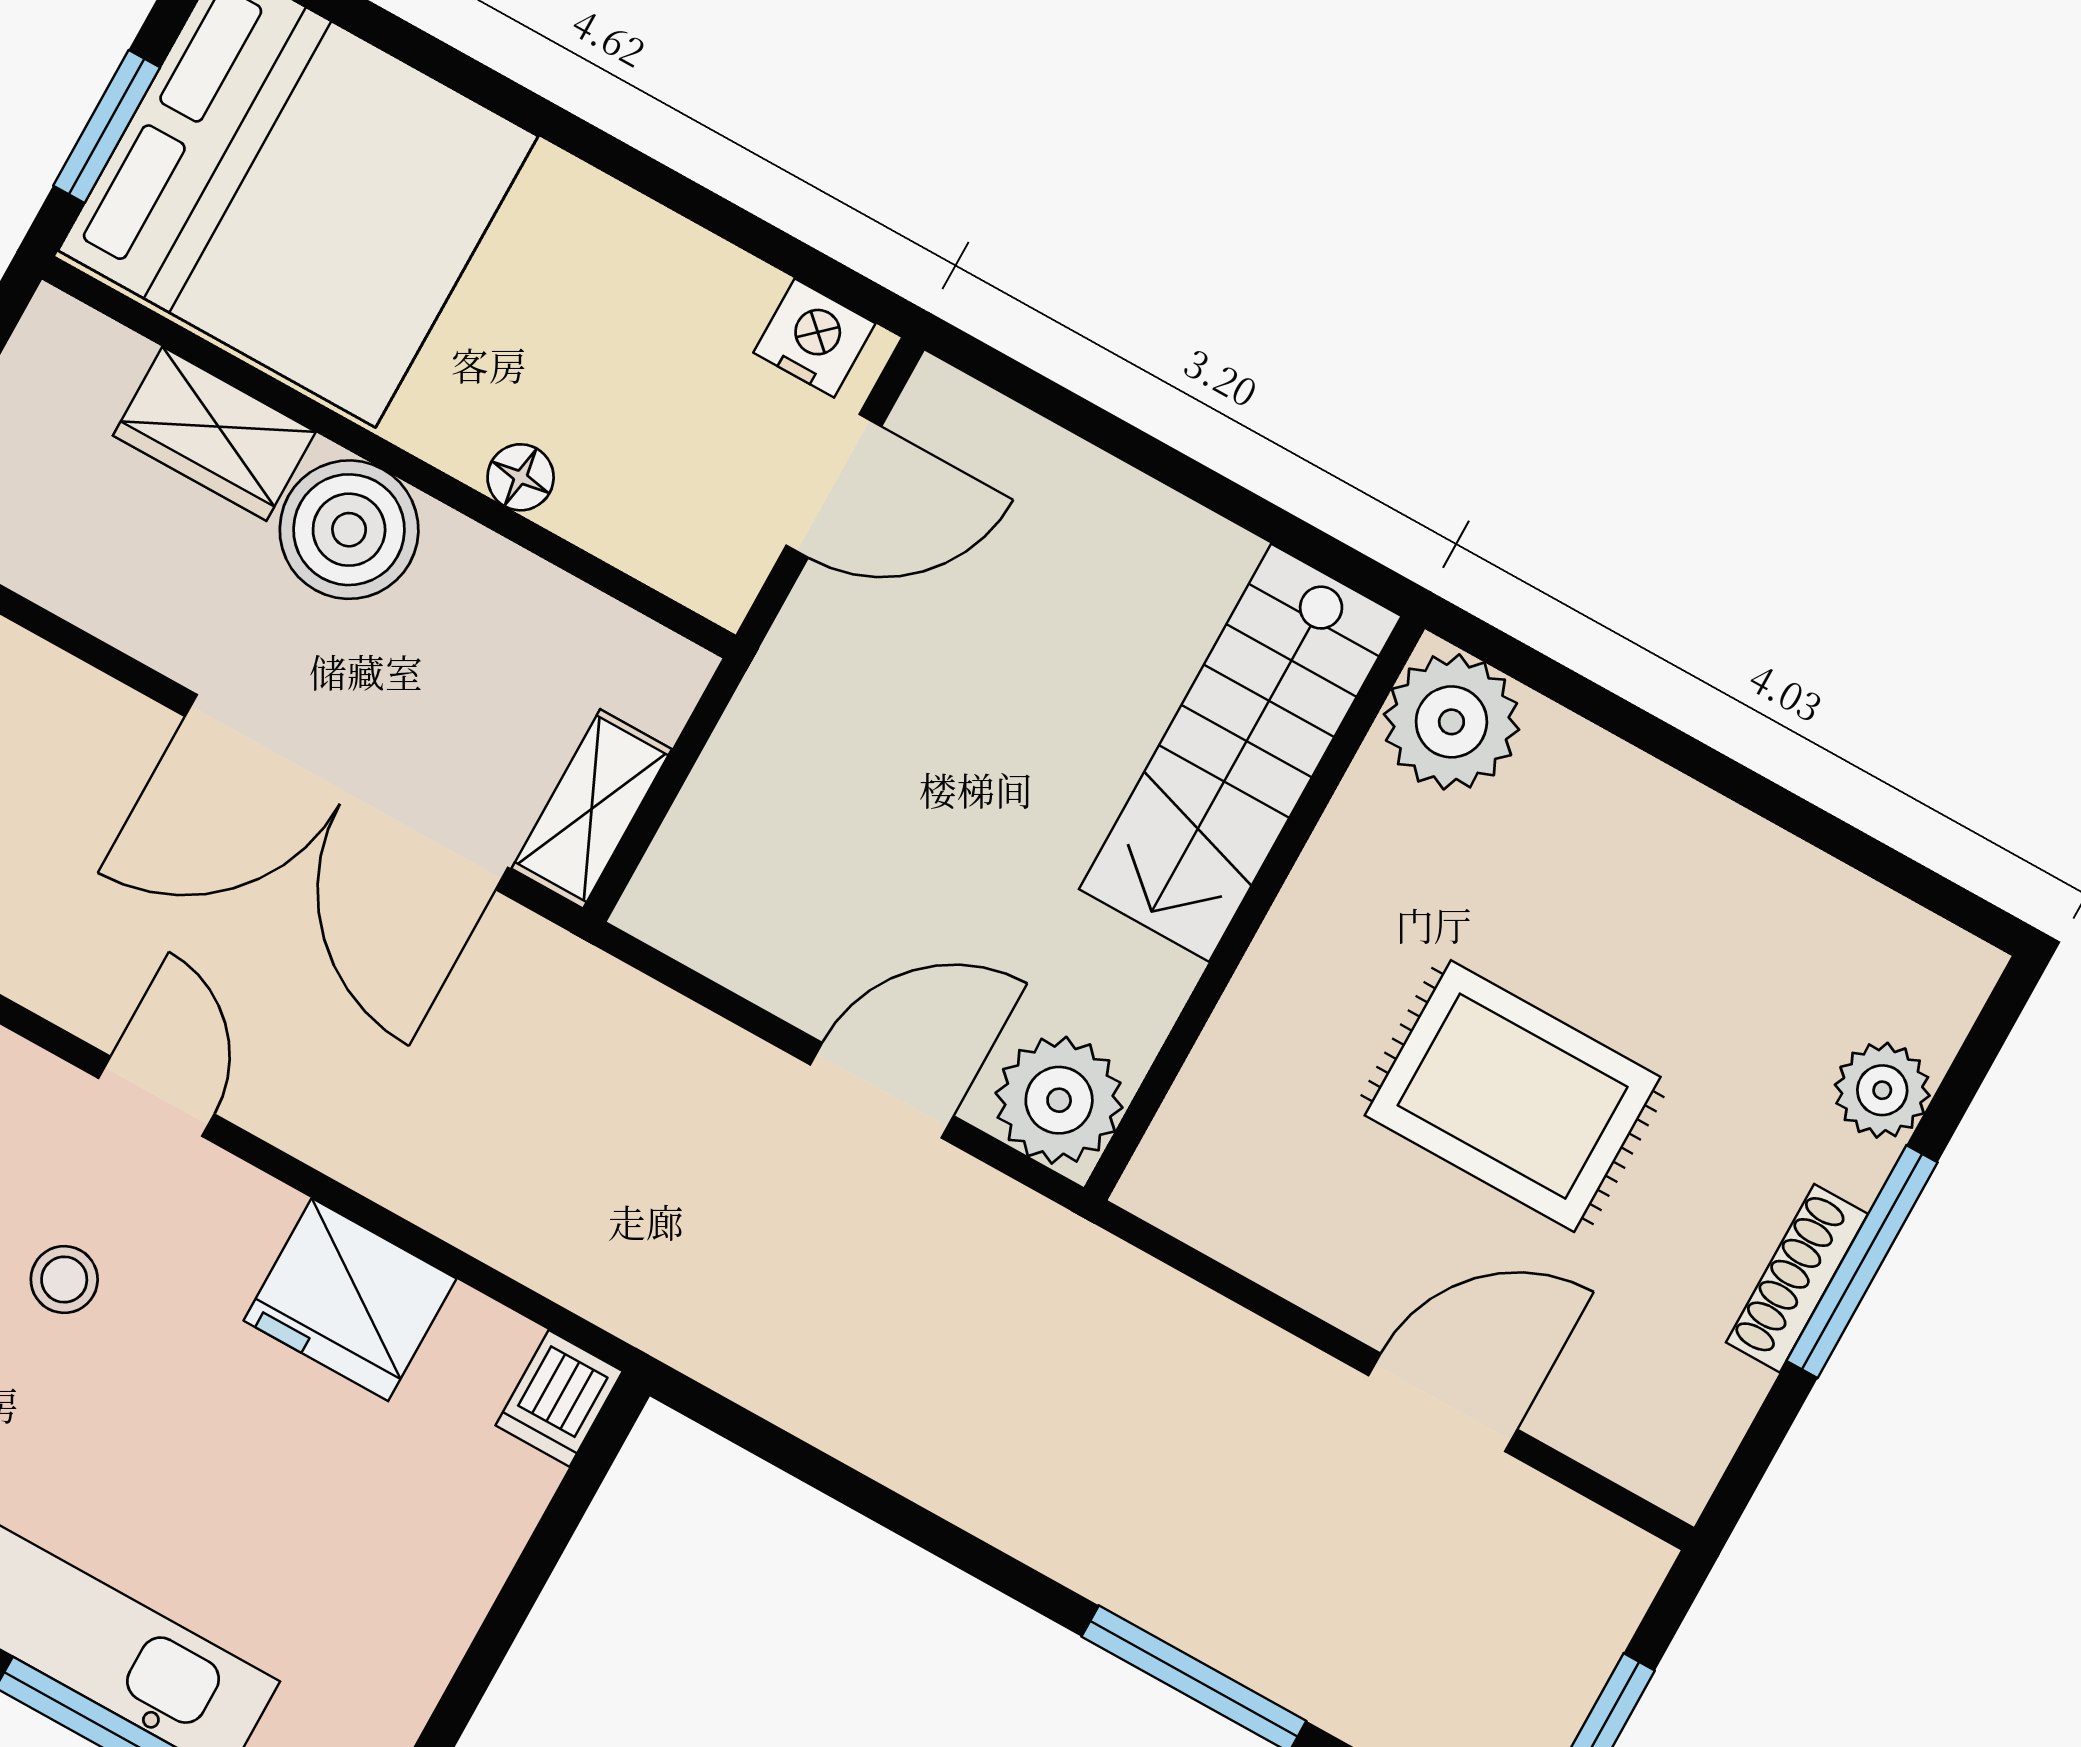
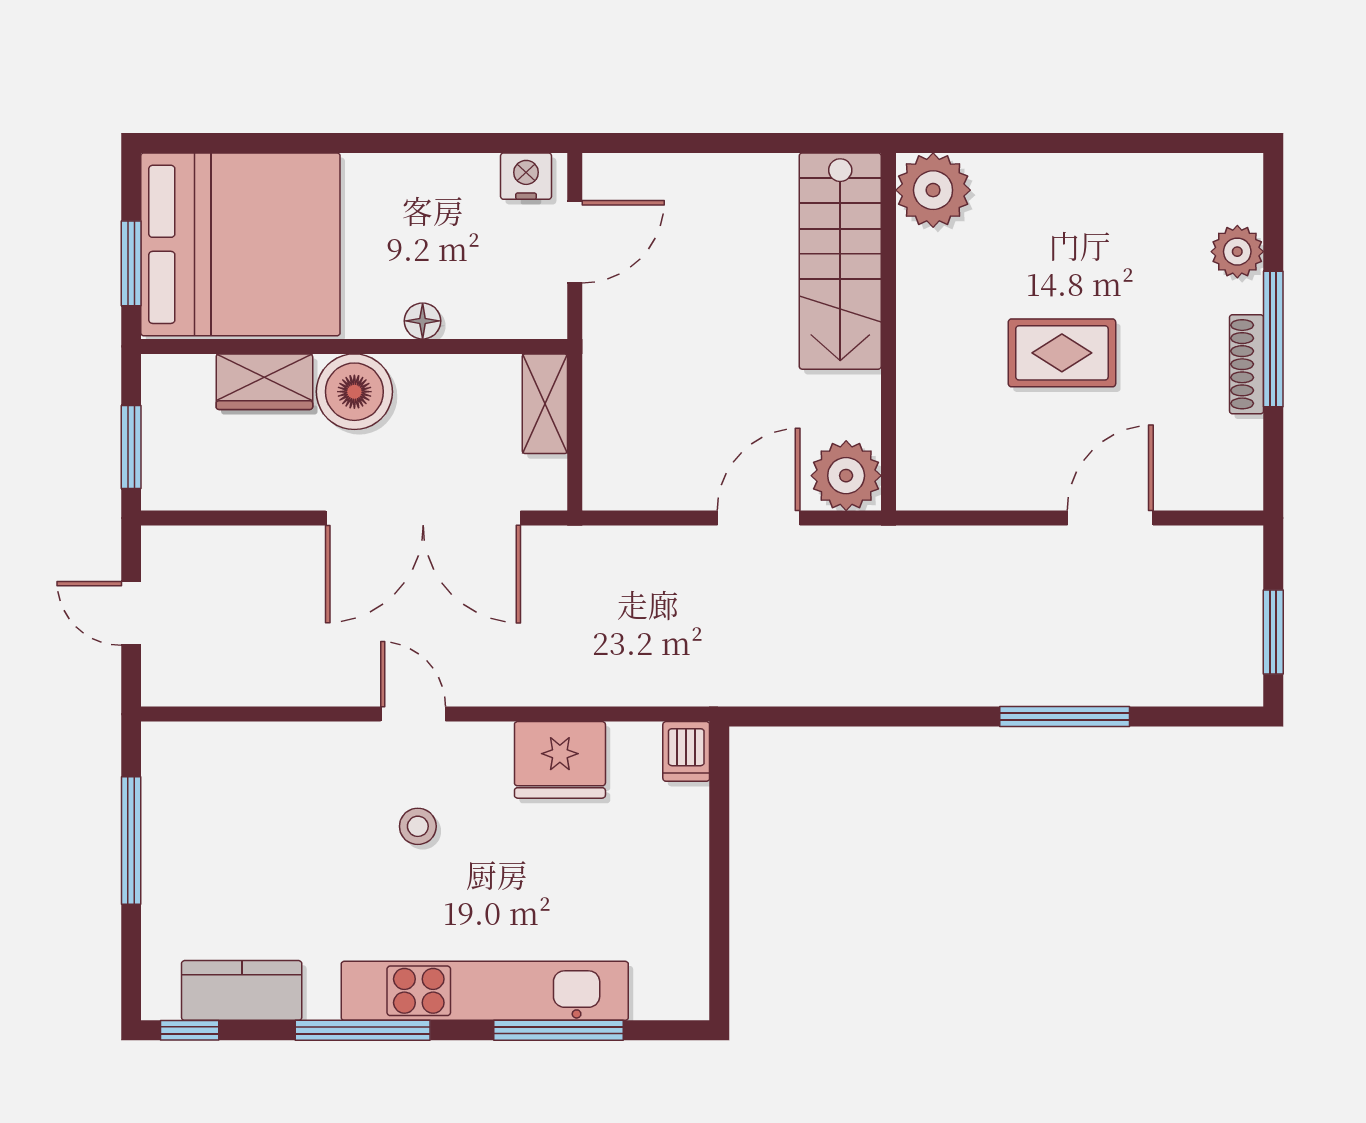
shelving: (592, 809) -> (545, 404), moved
rug: (1513, 1096) -> (1062, 353), width x0.73, depth x0.70

